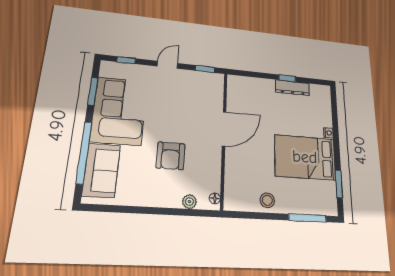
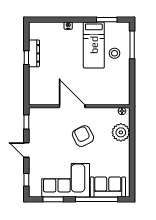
armchair: (171, 156) -> (83, 136), moved, turned -117
bed: (305, 157) -> (94, 45), width x0.67
stool: (267, 200) -> (115, 53), moved
plant: (189, 202) -> (121, 132), width x1.88, depth x1.88

